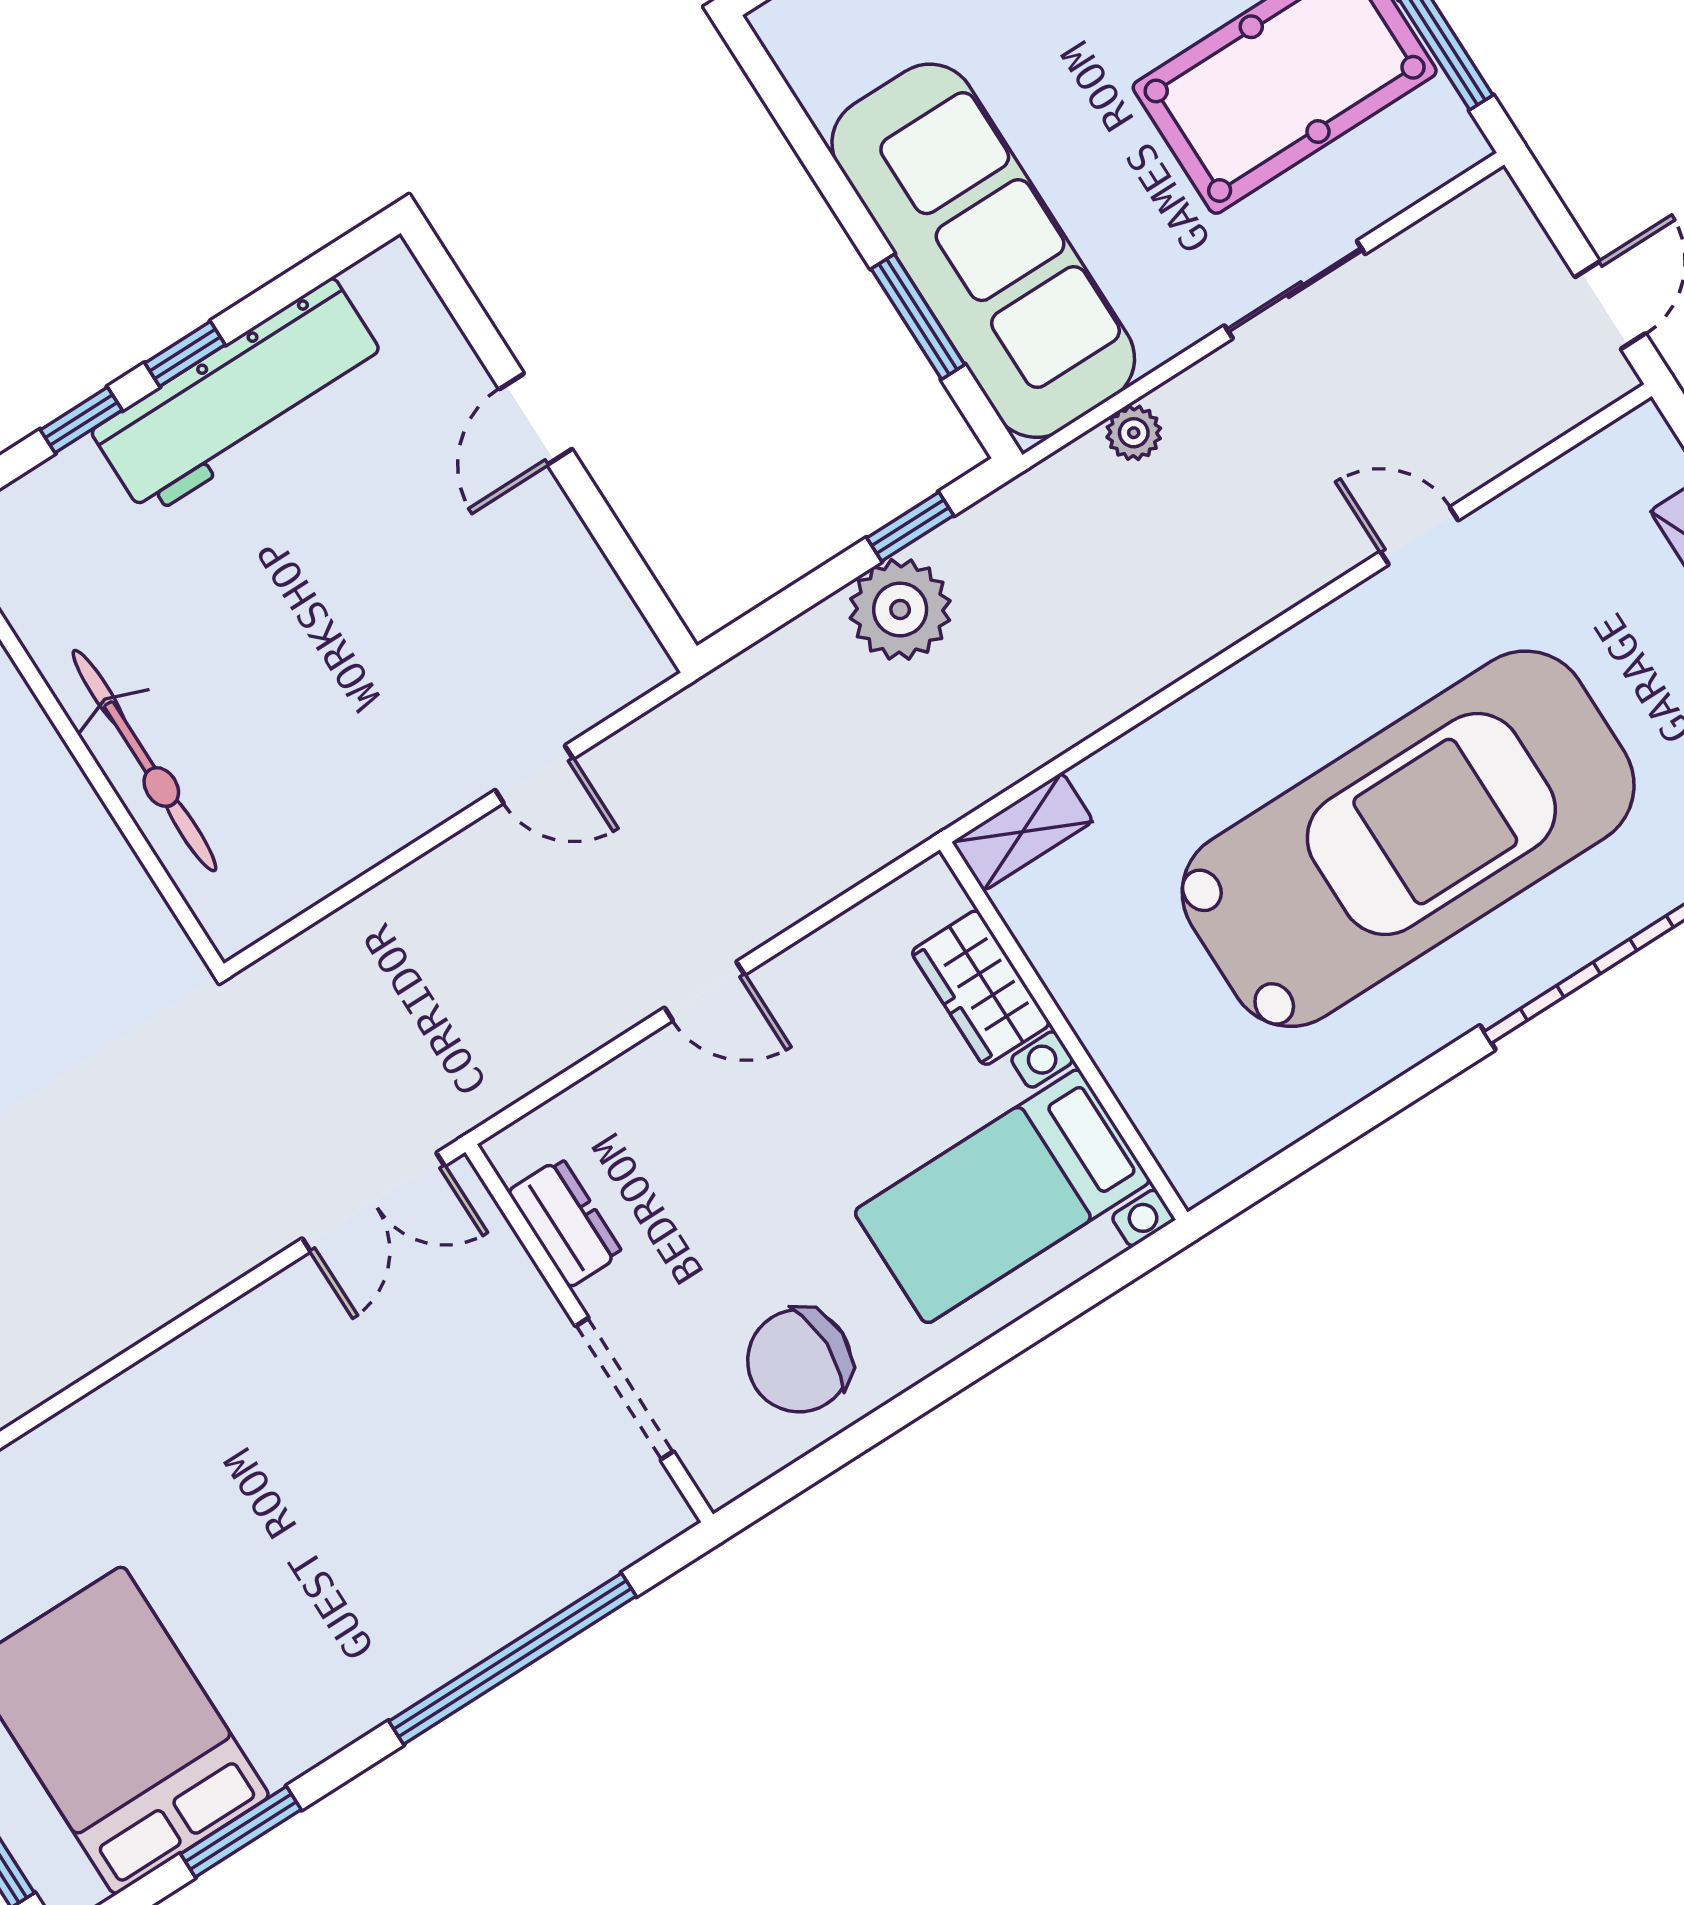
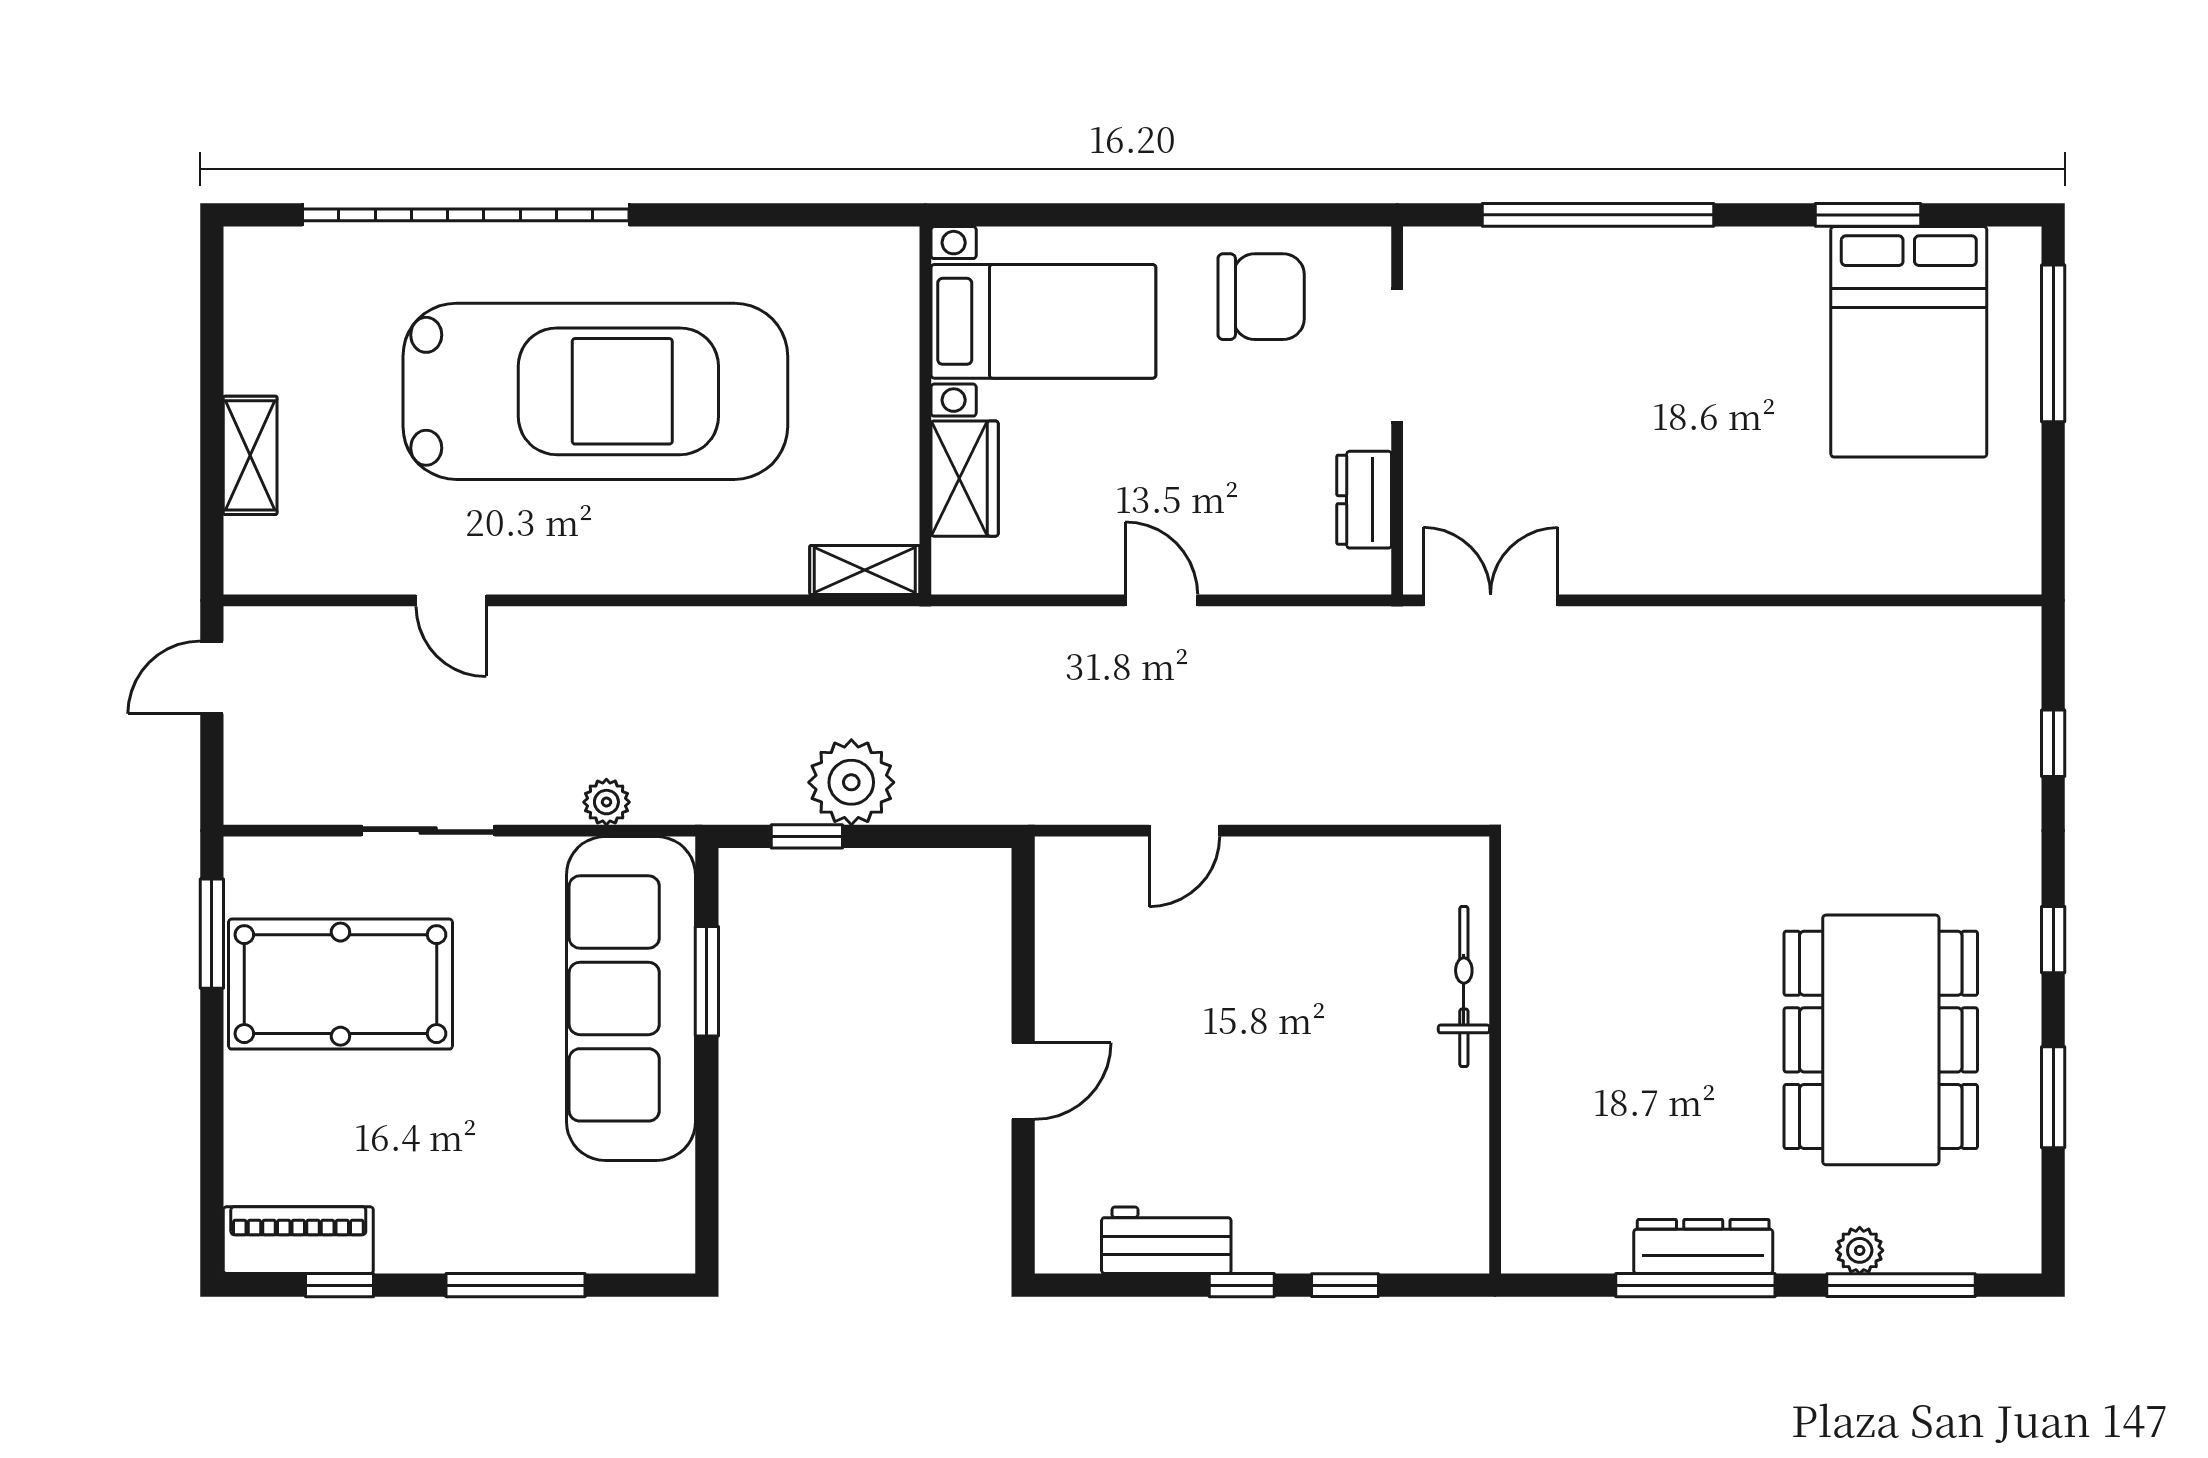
workbench: (240, 398) -> (1166, 1240), width x0.53, depth x0.76
bicycle: (144, 761) -> (1464, 986), width x0.73, depth x0.71
door: (534, 774) -> (1184, 831), swing flipped
car: (1408, 839) -> (595, 391), turned 180

